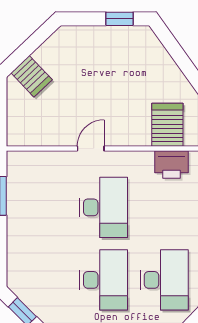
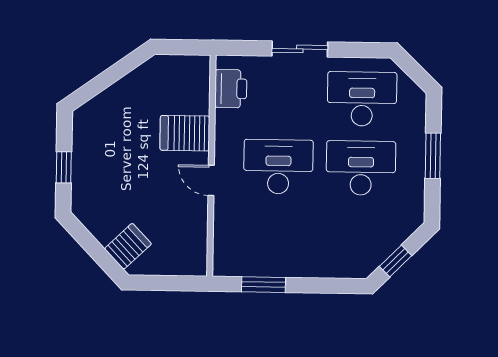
window: (120, 19) -> (64, 167), moved
server rack: (167, 125) -> (185, 133), moved

